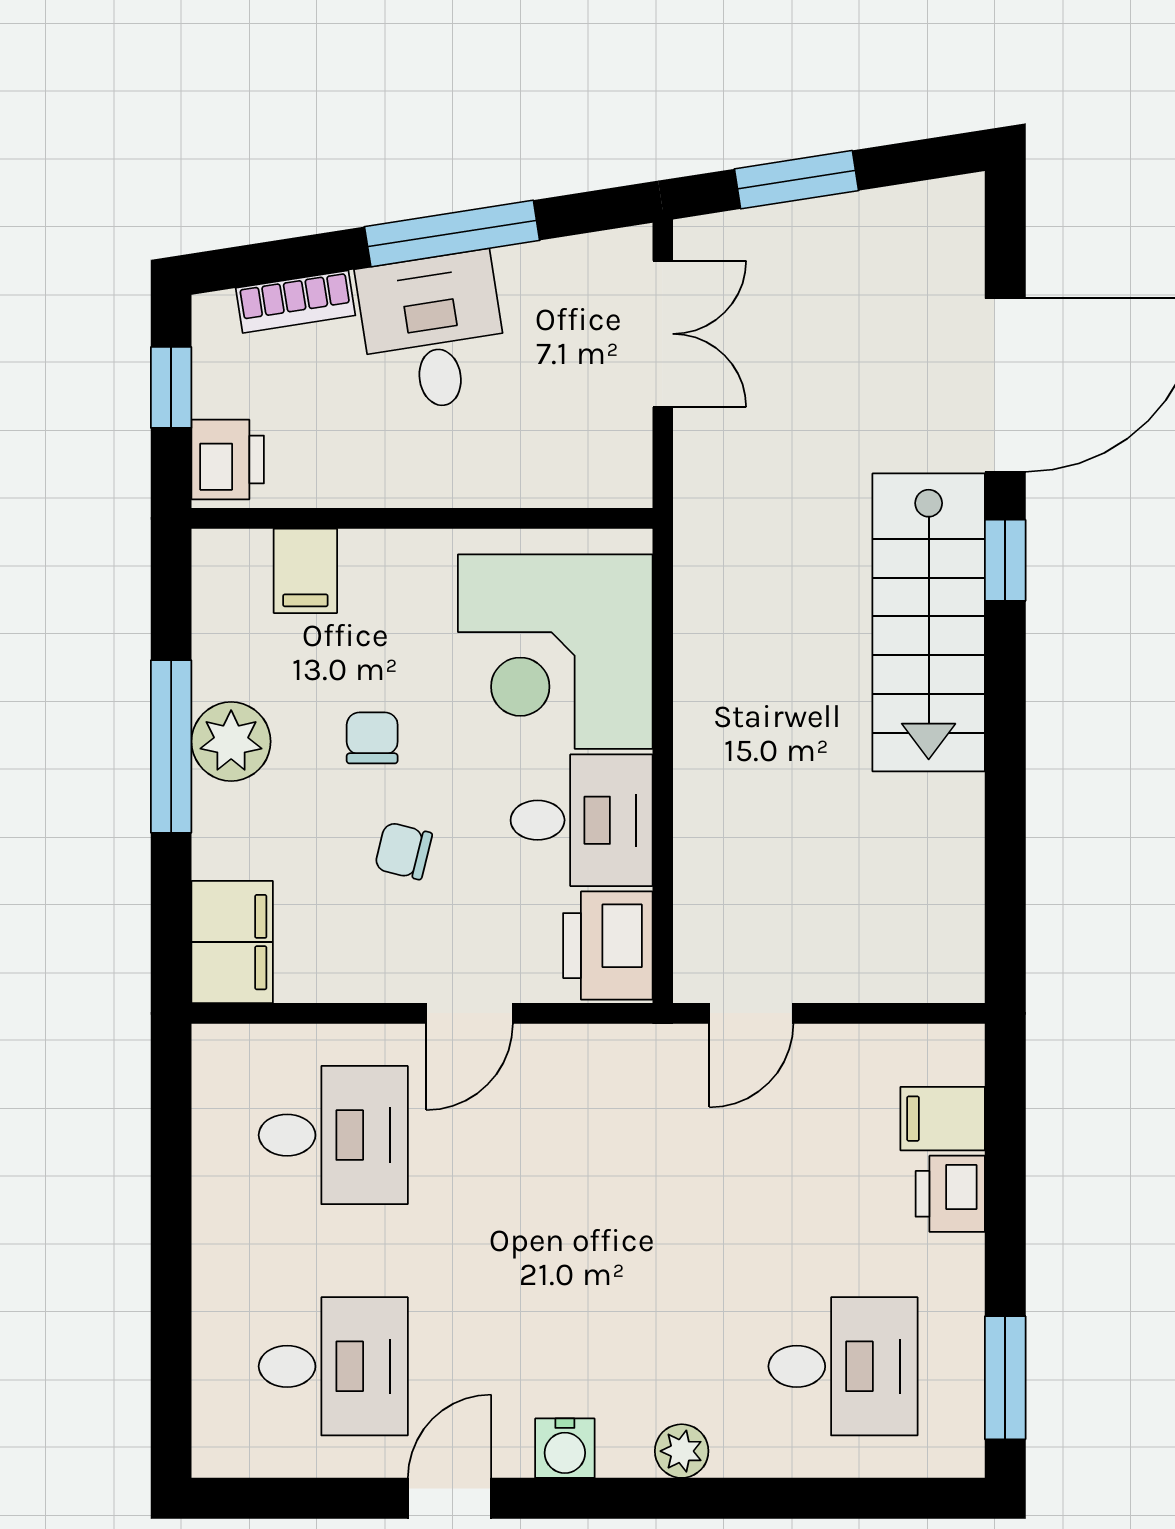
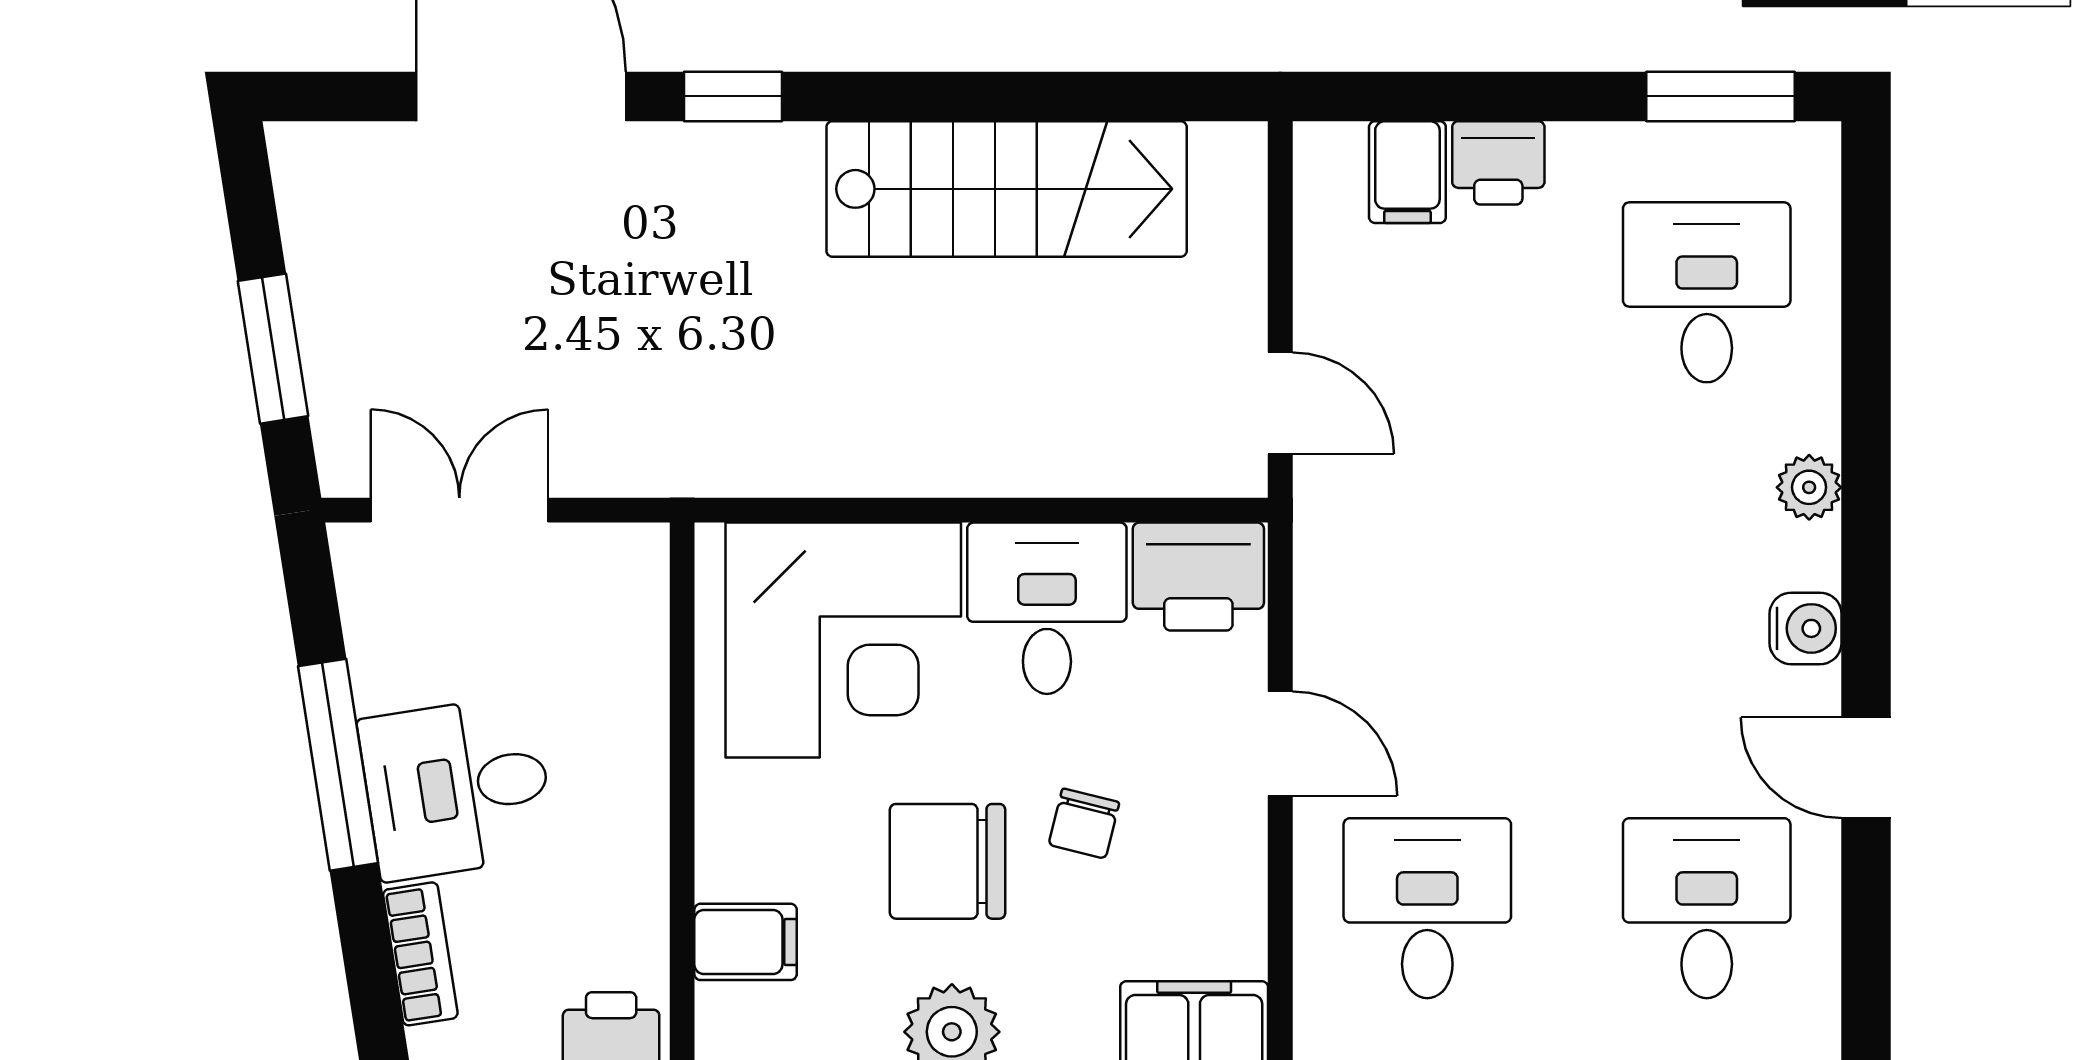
stairs: (929, 622) -> (1007, 189), moved
chair: (372, 738) -> (947, 861), width x1.87, depth x1.87

